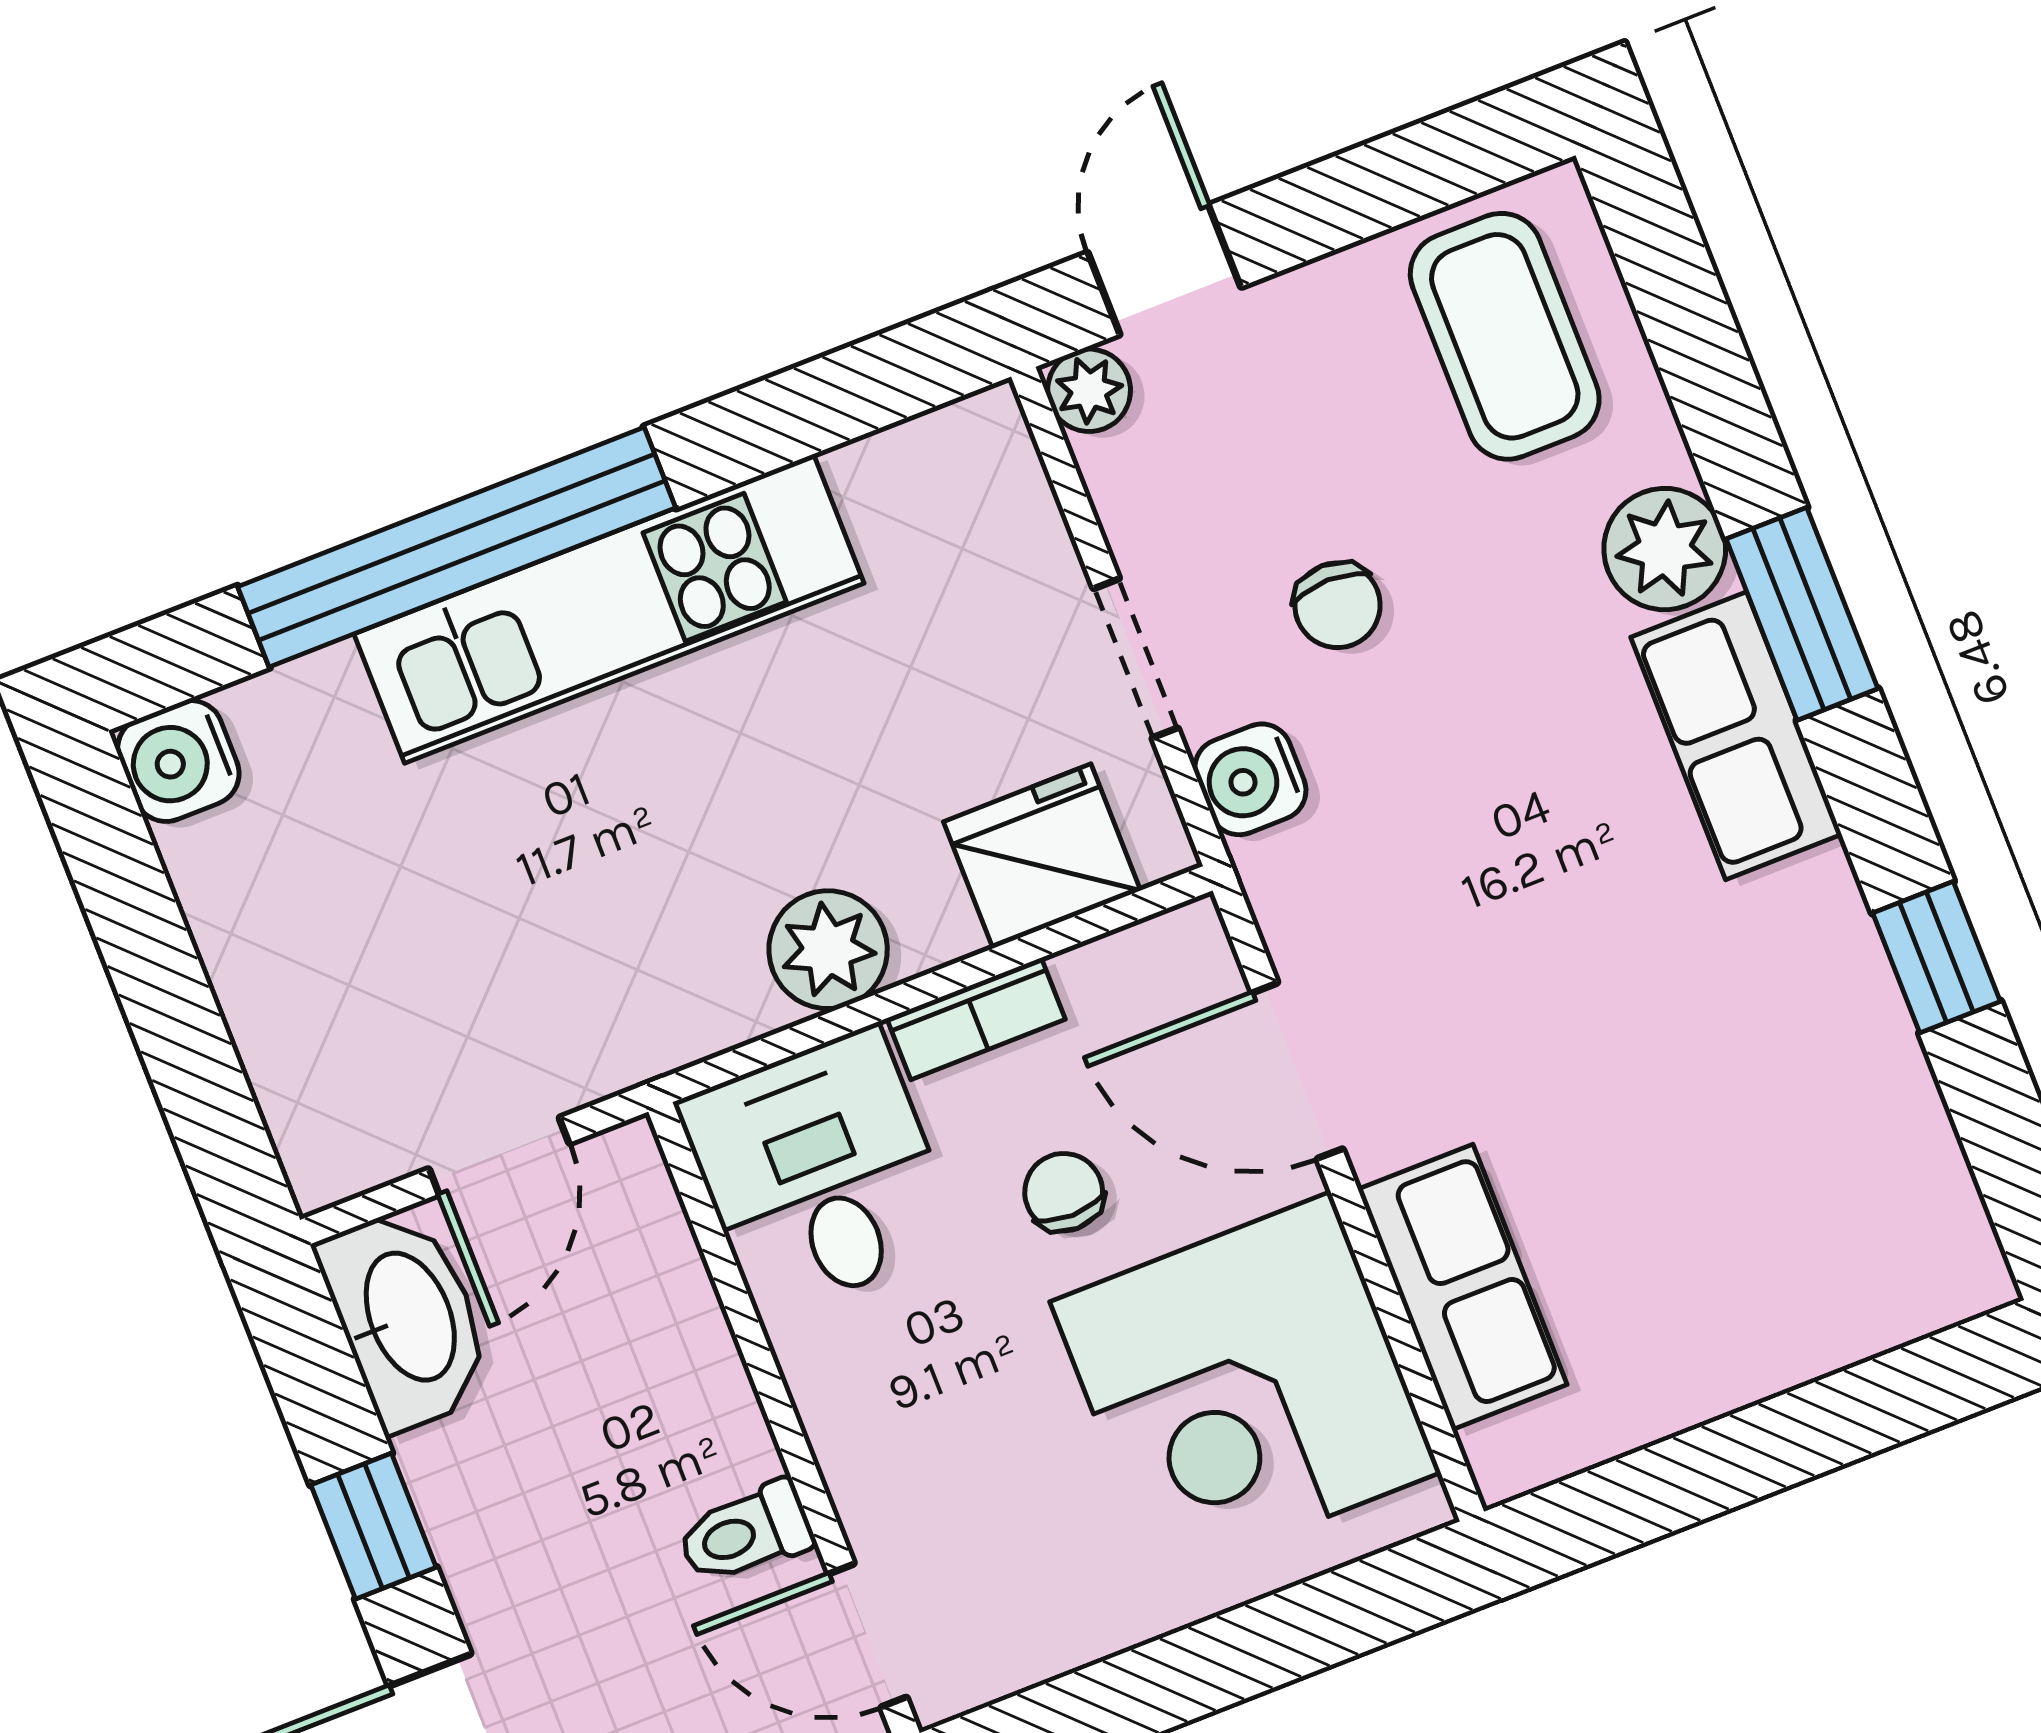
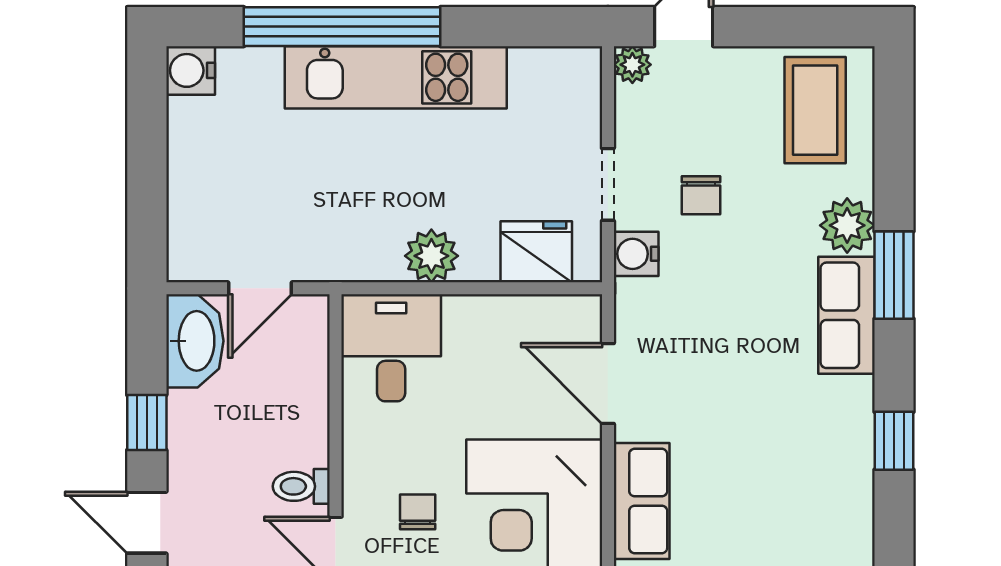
bookcase: (976, 1019) -> (482, 309), removed
chair: (1064, 1192) -> (418, 512), moved

